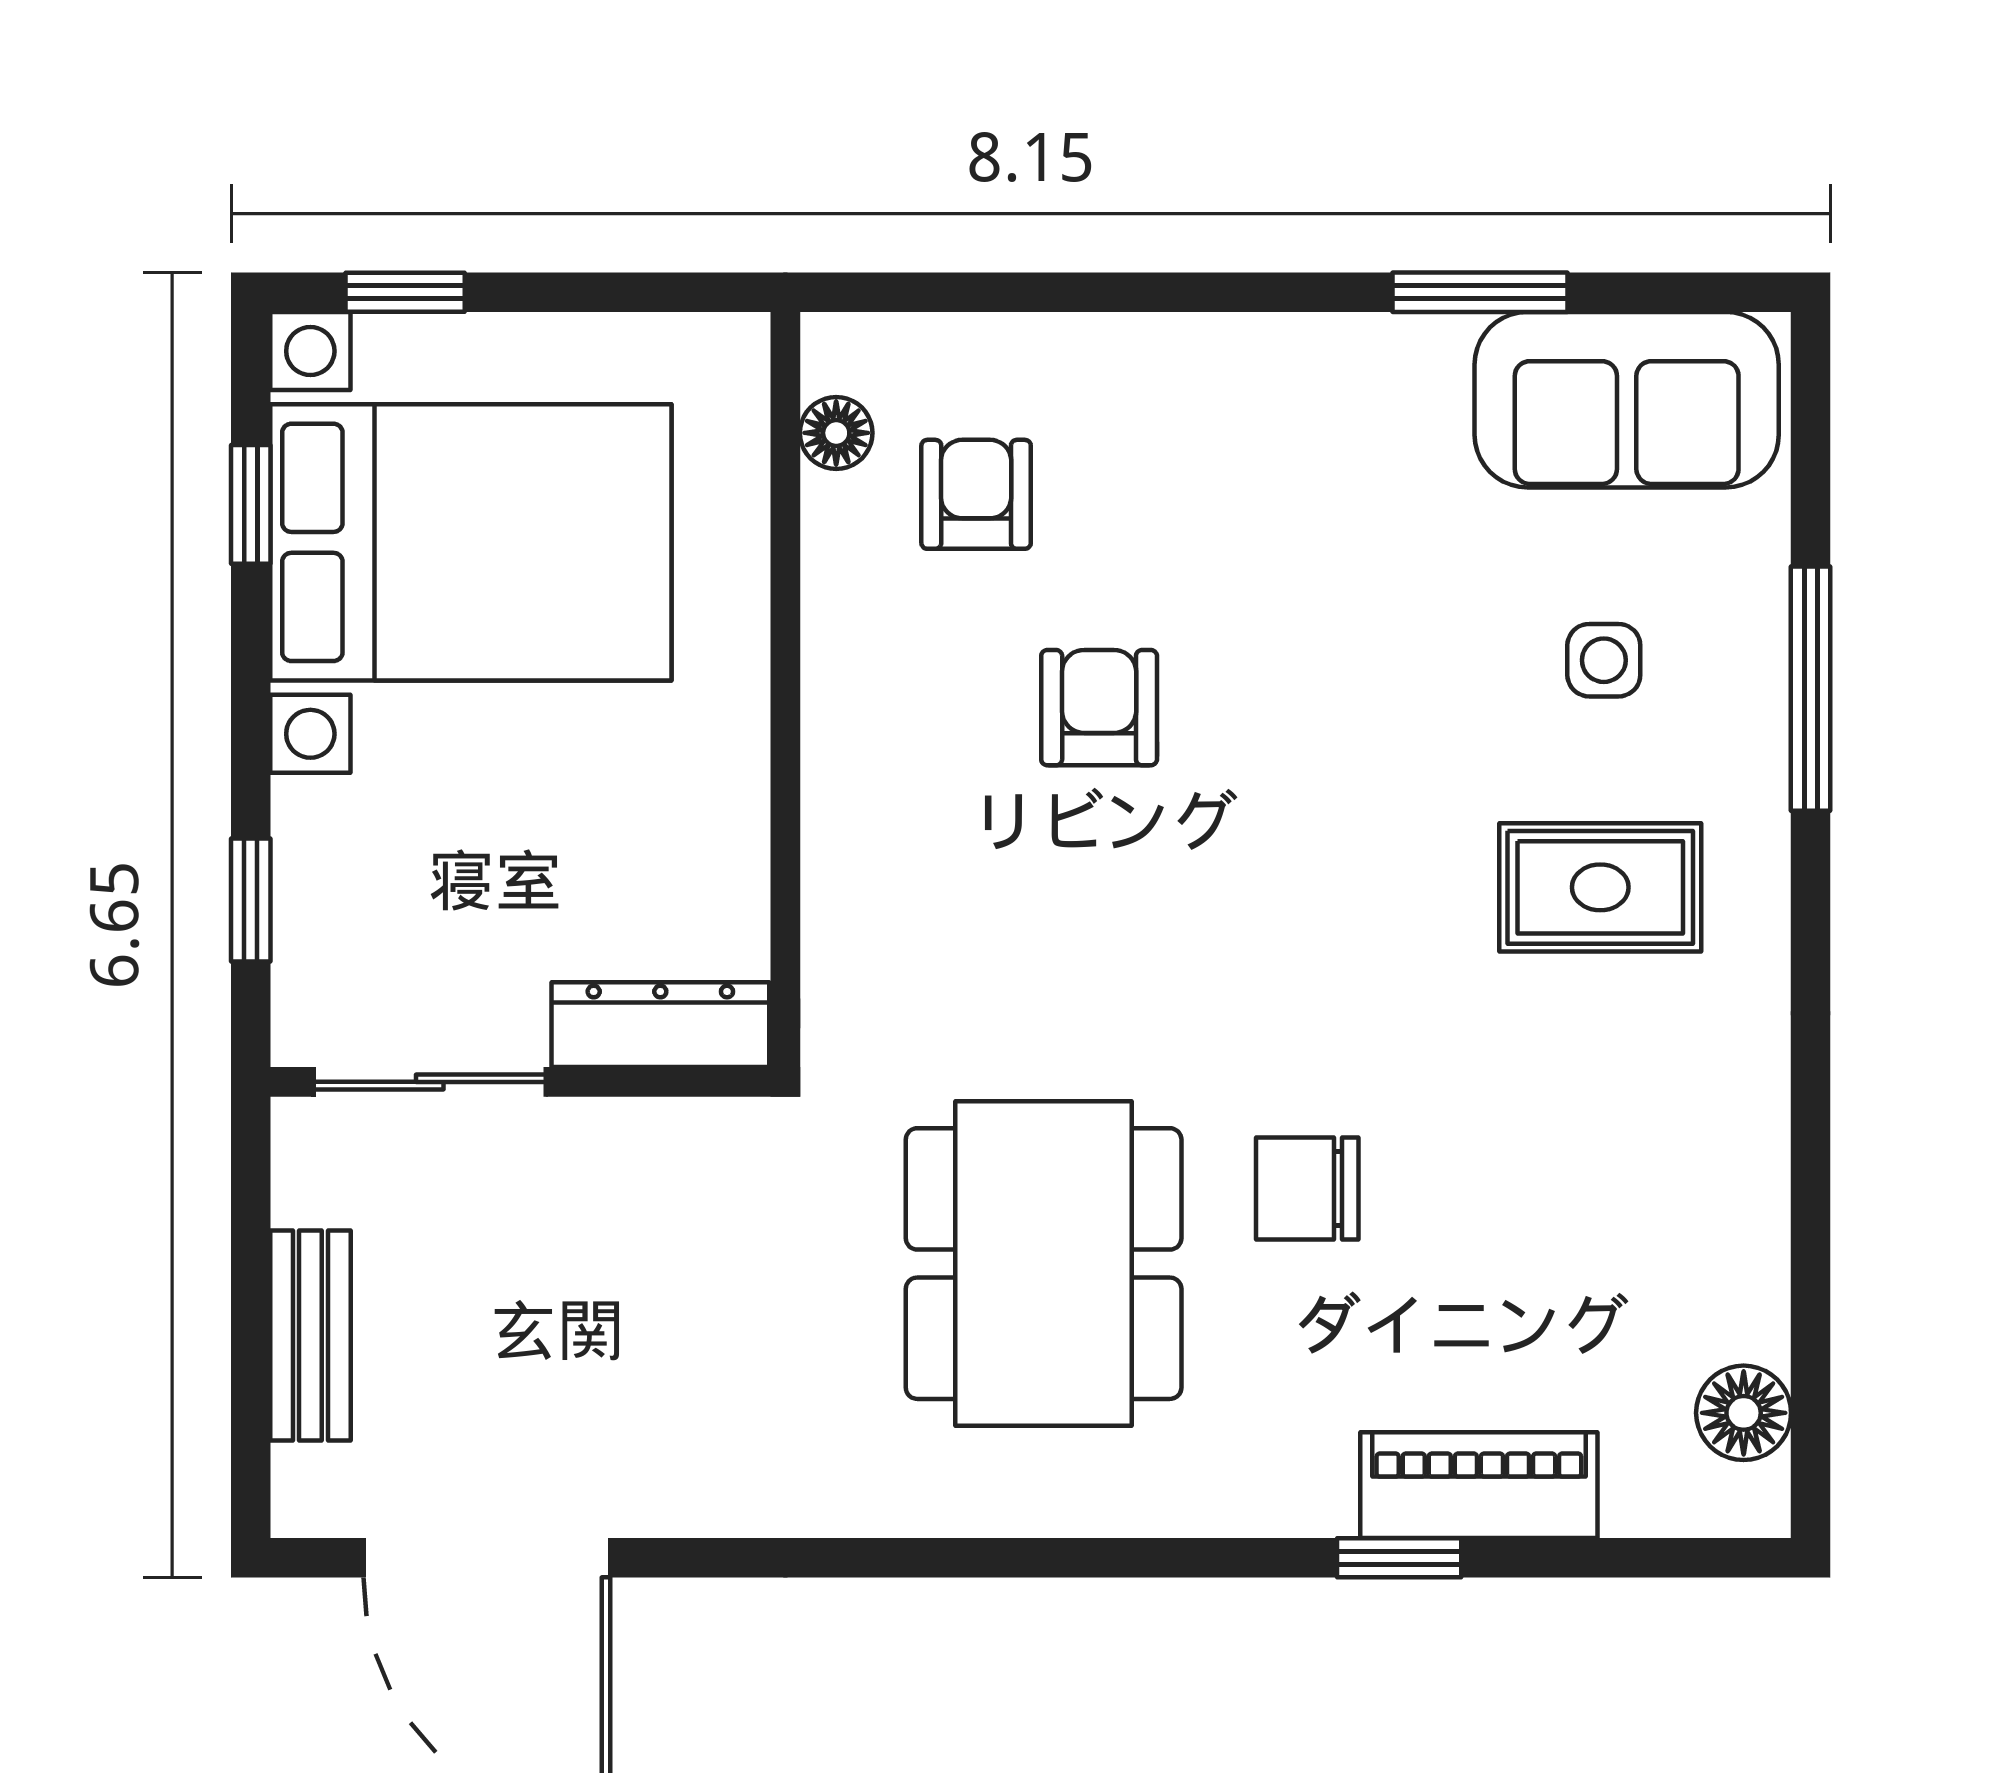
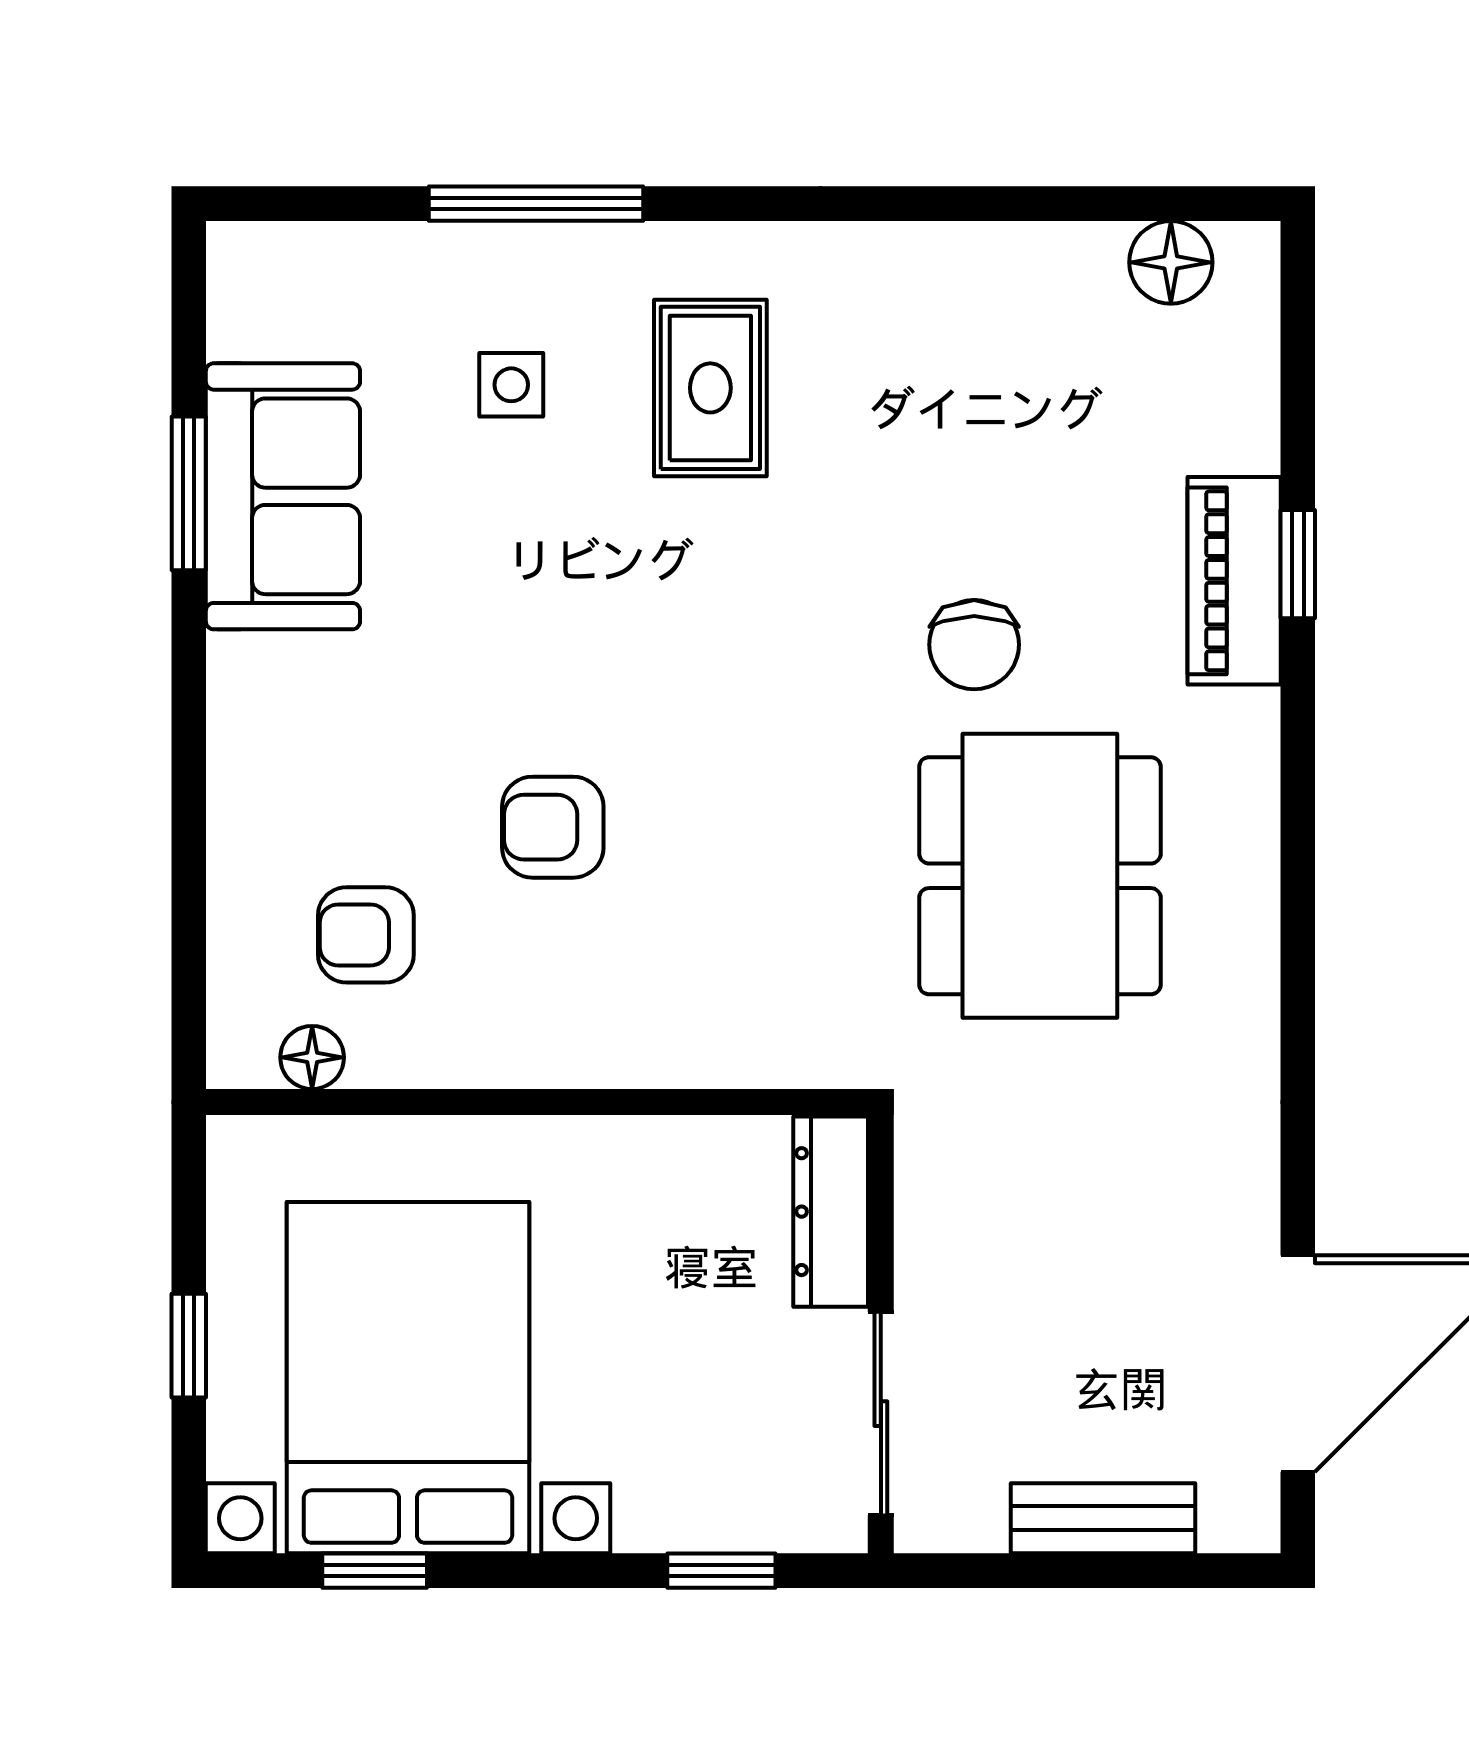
window: (405, 292) -> (189, 1346), moved
sofa: (1627, 400) -> (283, 496), moved
dining table: (1044, 1264) -> (1040, 876), turned 90
piano: (1479, 1485) -> (1234, 581), moved

